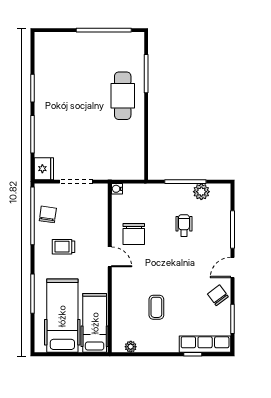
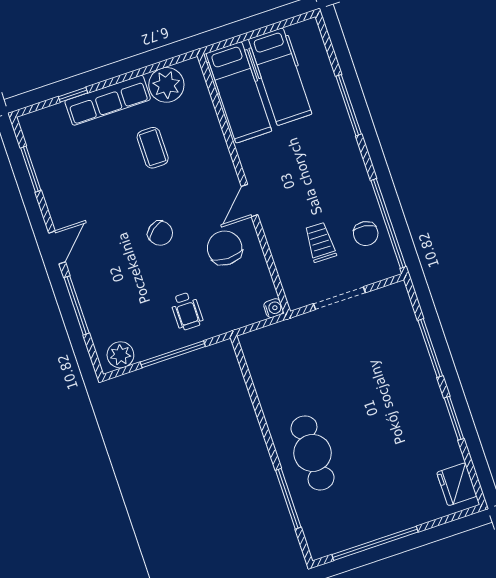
fridge: (44, 169) -> (457, 484), moved
plant: (201, 192) -> (120, 355), moved
wheelchair: (184, 226) -> (187, 311), moved
trolley: (64, 247) -> (320, 242), moved, turned -89
door: (110, 257) -> (250, 201), hinge flipped
chair: (218, 295) -> (160, 233), moved
hospital bed: (62, 316) -> (280, 77), width x0.73, depth x0.78
row of seats: (205, 344) -> (108, 100), moved
plant: (131, 347) -> (166, 85), width x1.88, depth x1.88

